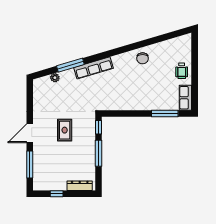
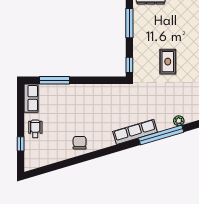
window: (195, 57) -> (21, 144), added
window: (70, 65) -> (161, 135), width x1.46
window: (98, 153) -> (129, 23), moved

